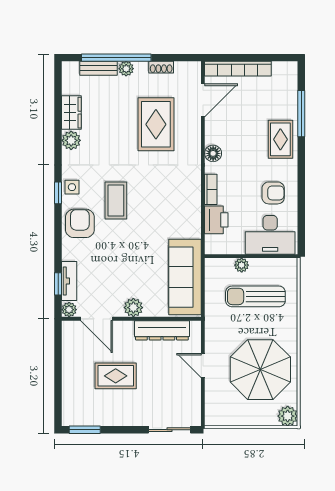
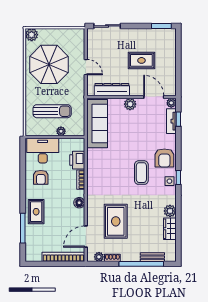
plant: (126, 69) -> (99, 257), moved
armchair: (273, 193) -> (41, 177), turned -90

